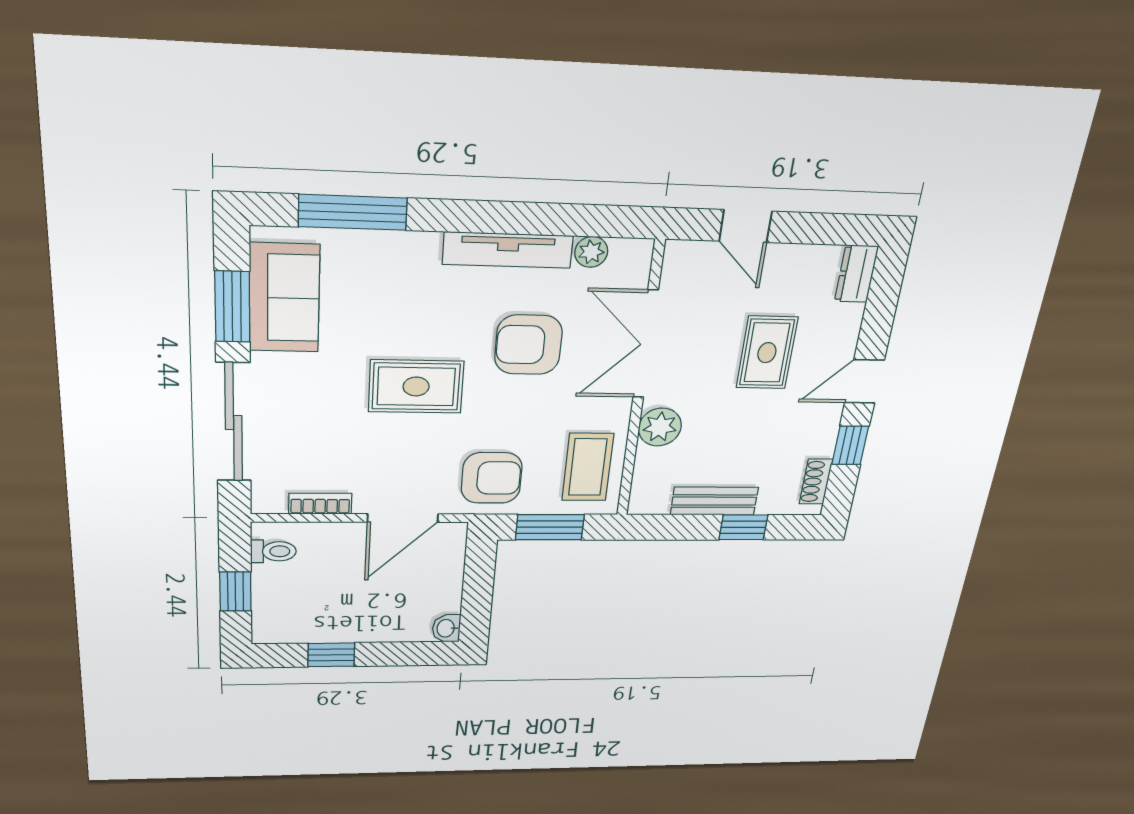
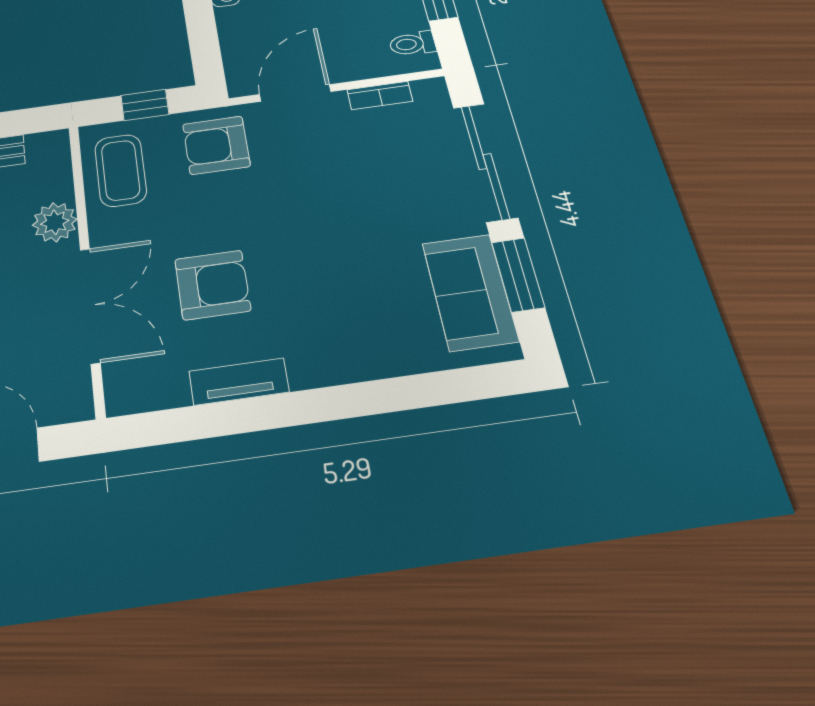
window: (353, 212) -> (426, 390), removed
tv unit: (508, 250) -> (239, 382), width x0.71
plant: (591, 252) -> (171, 392), removed
rug: (416, 386) -> (316, 225), removed
window: (550, 527) -> (145, 105), width x0.67

